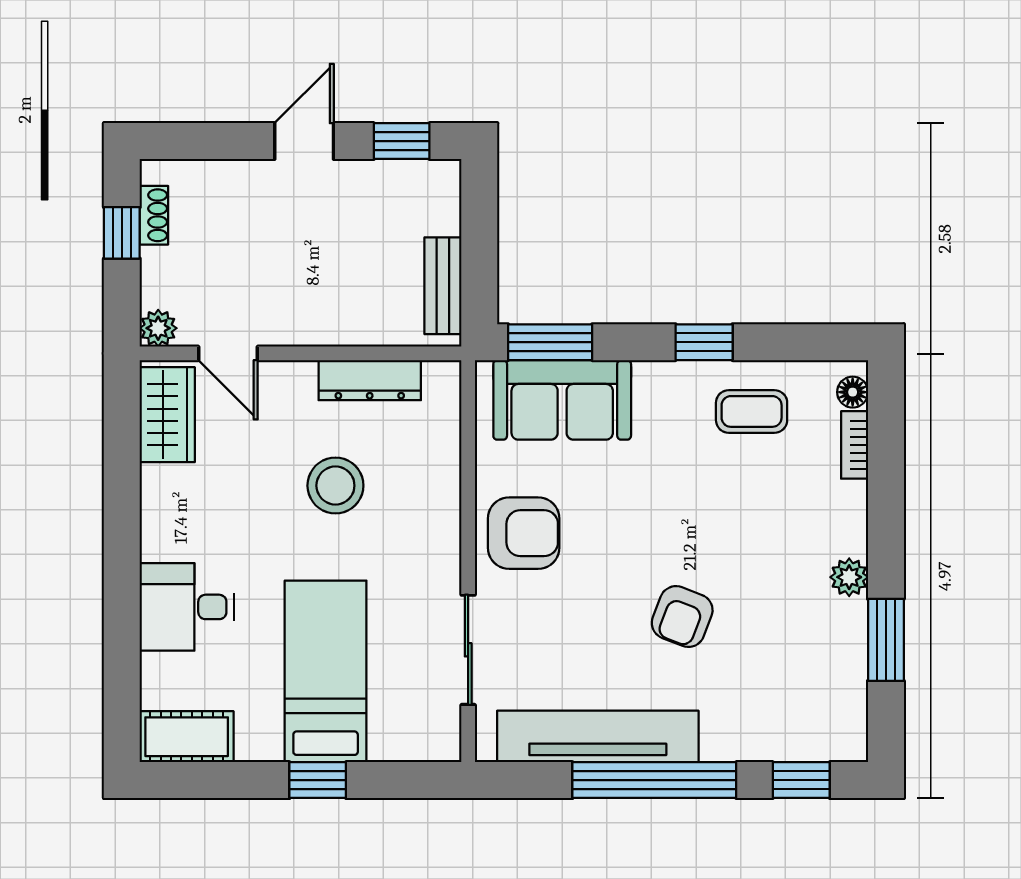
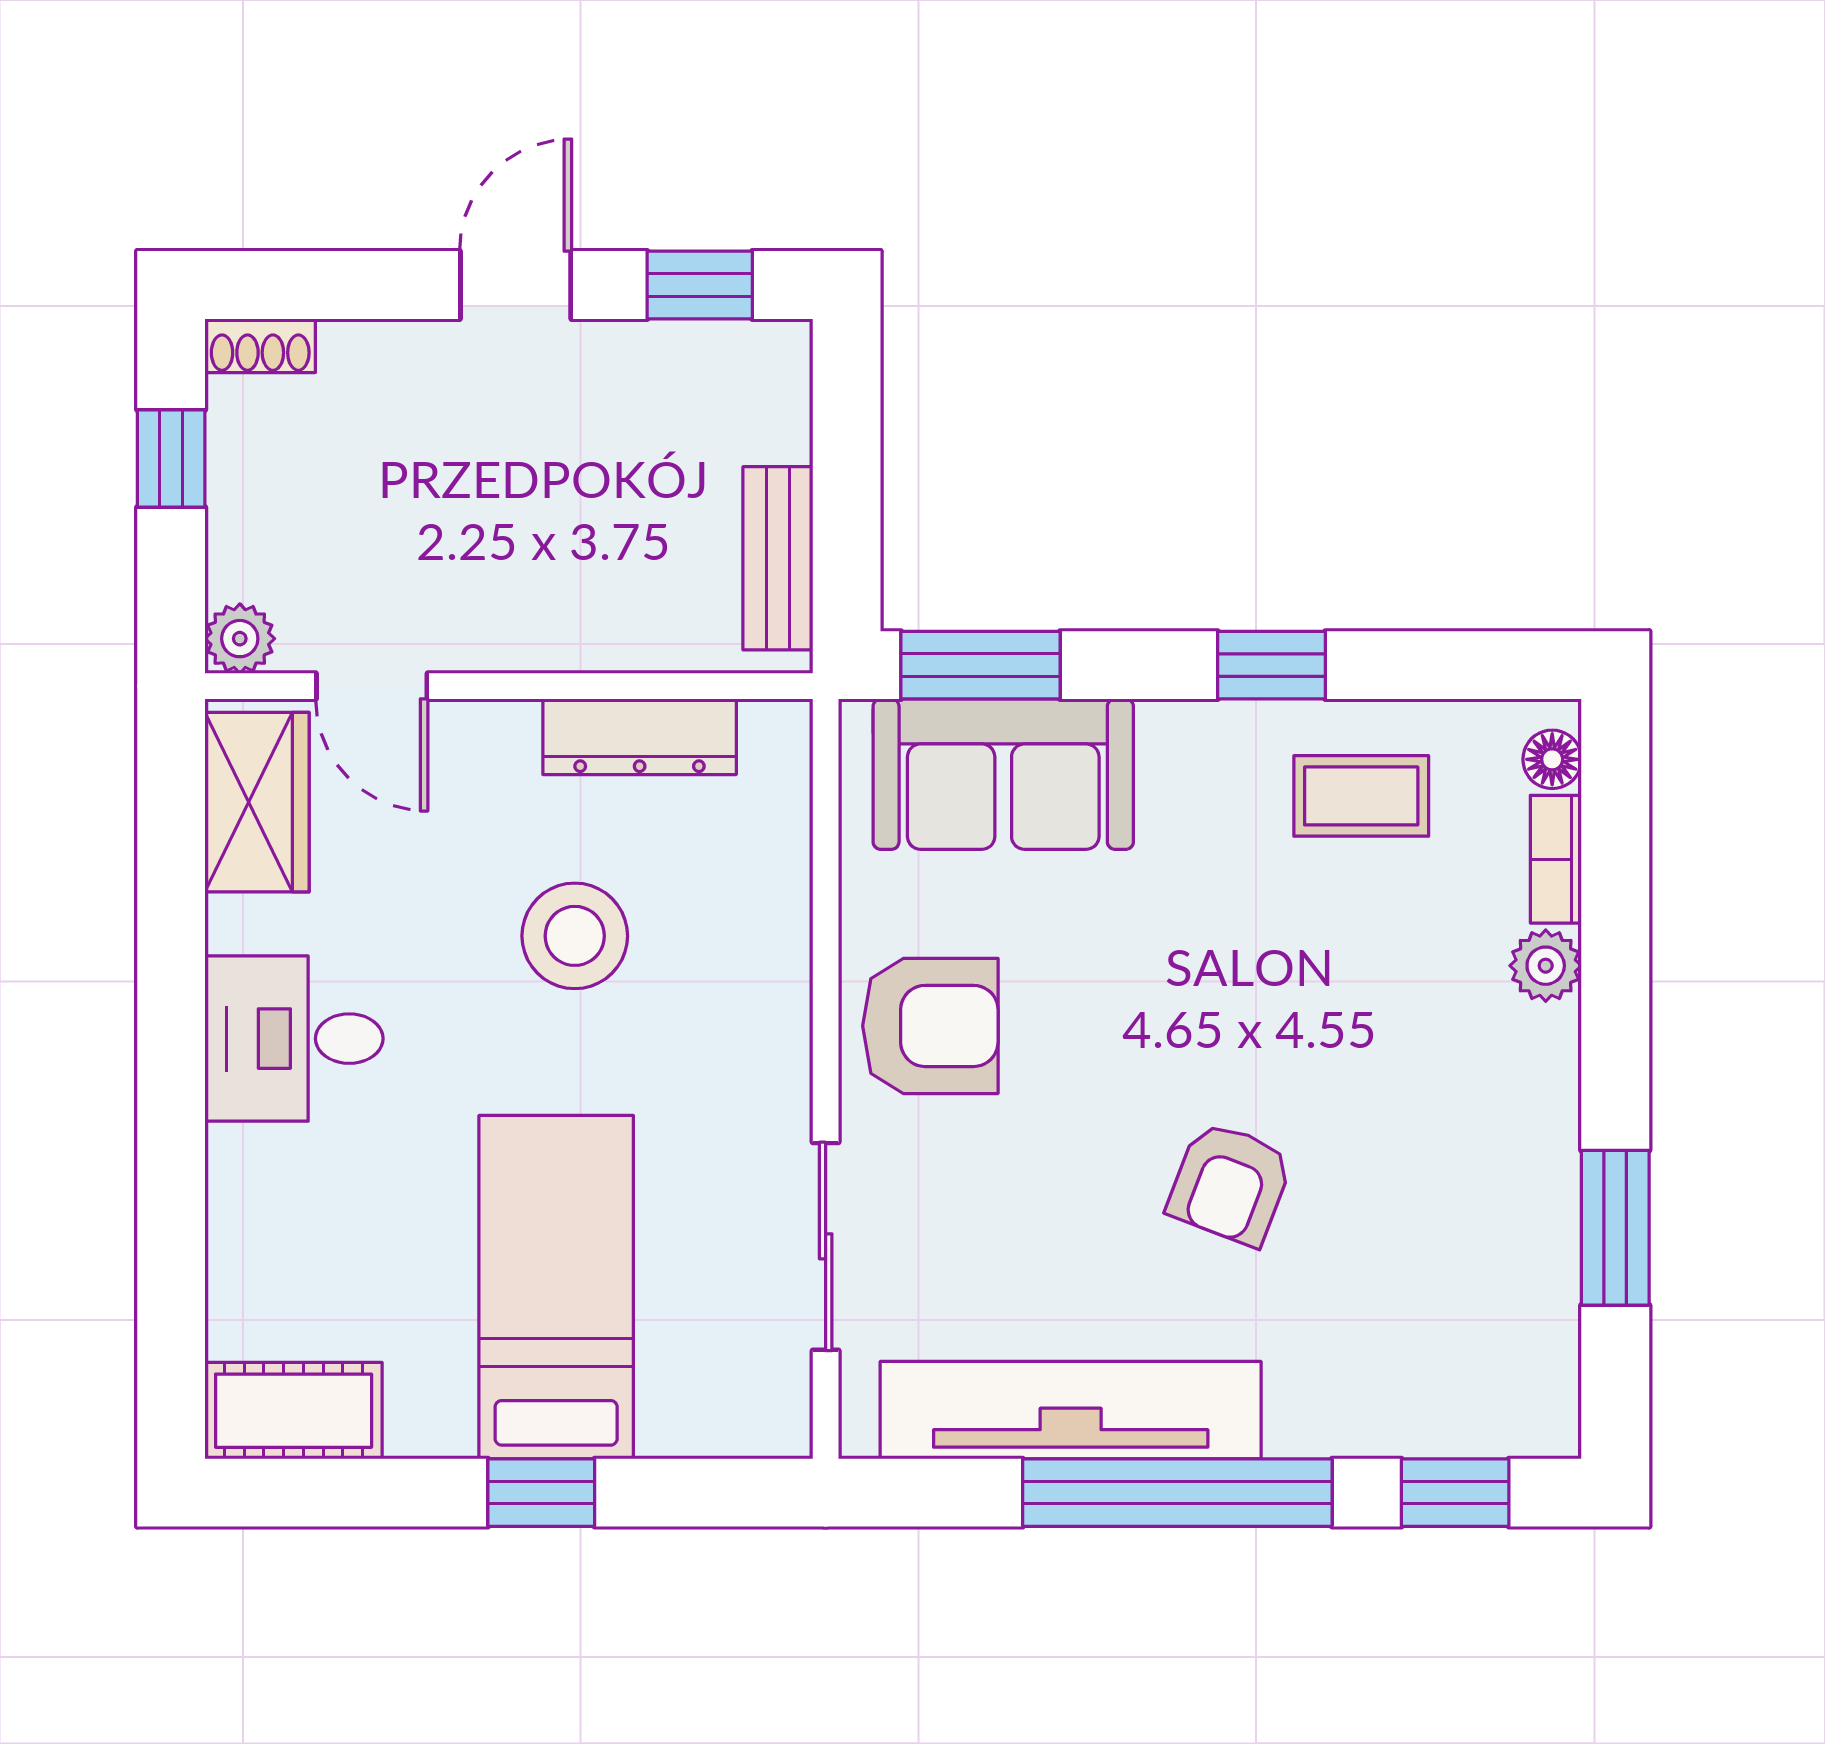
shoe rack: (154, 215) -> (260, 346), moved, turned 90
plant: (849, 577) -> (1546, 966), moved
desk: (187, 607) -> (294, 1039), moved

